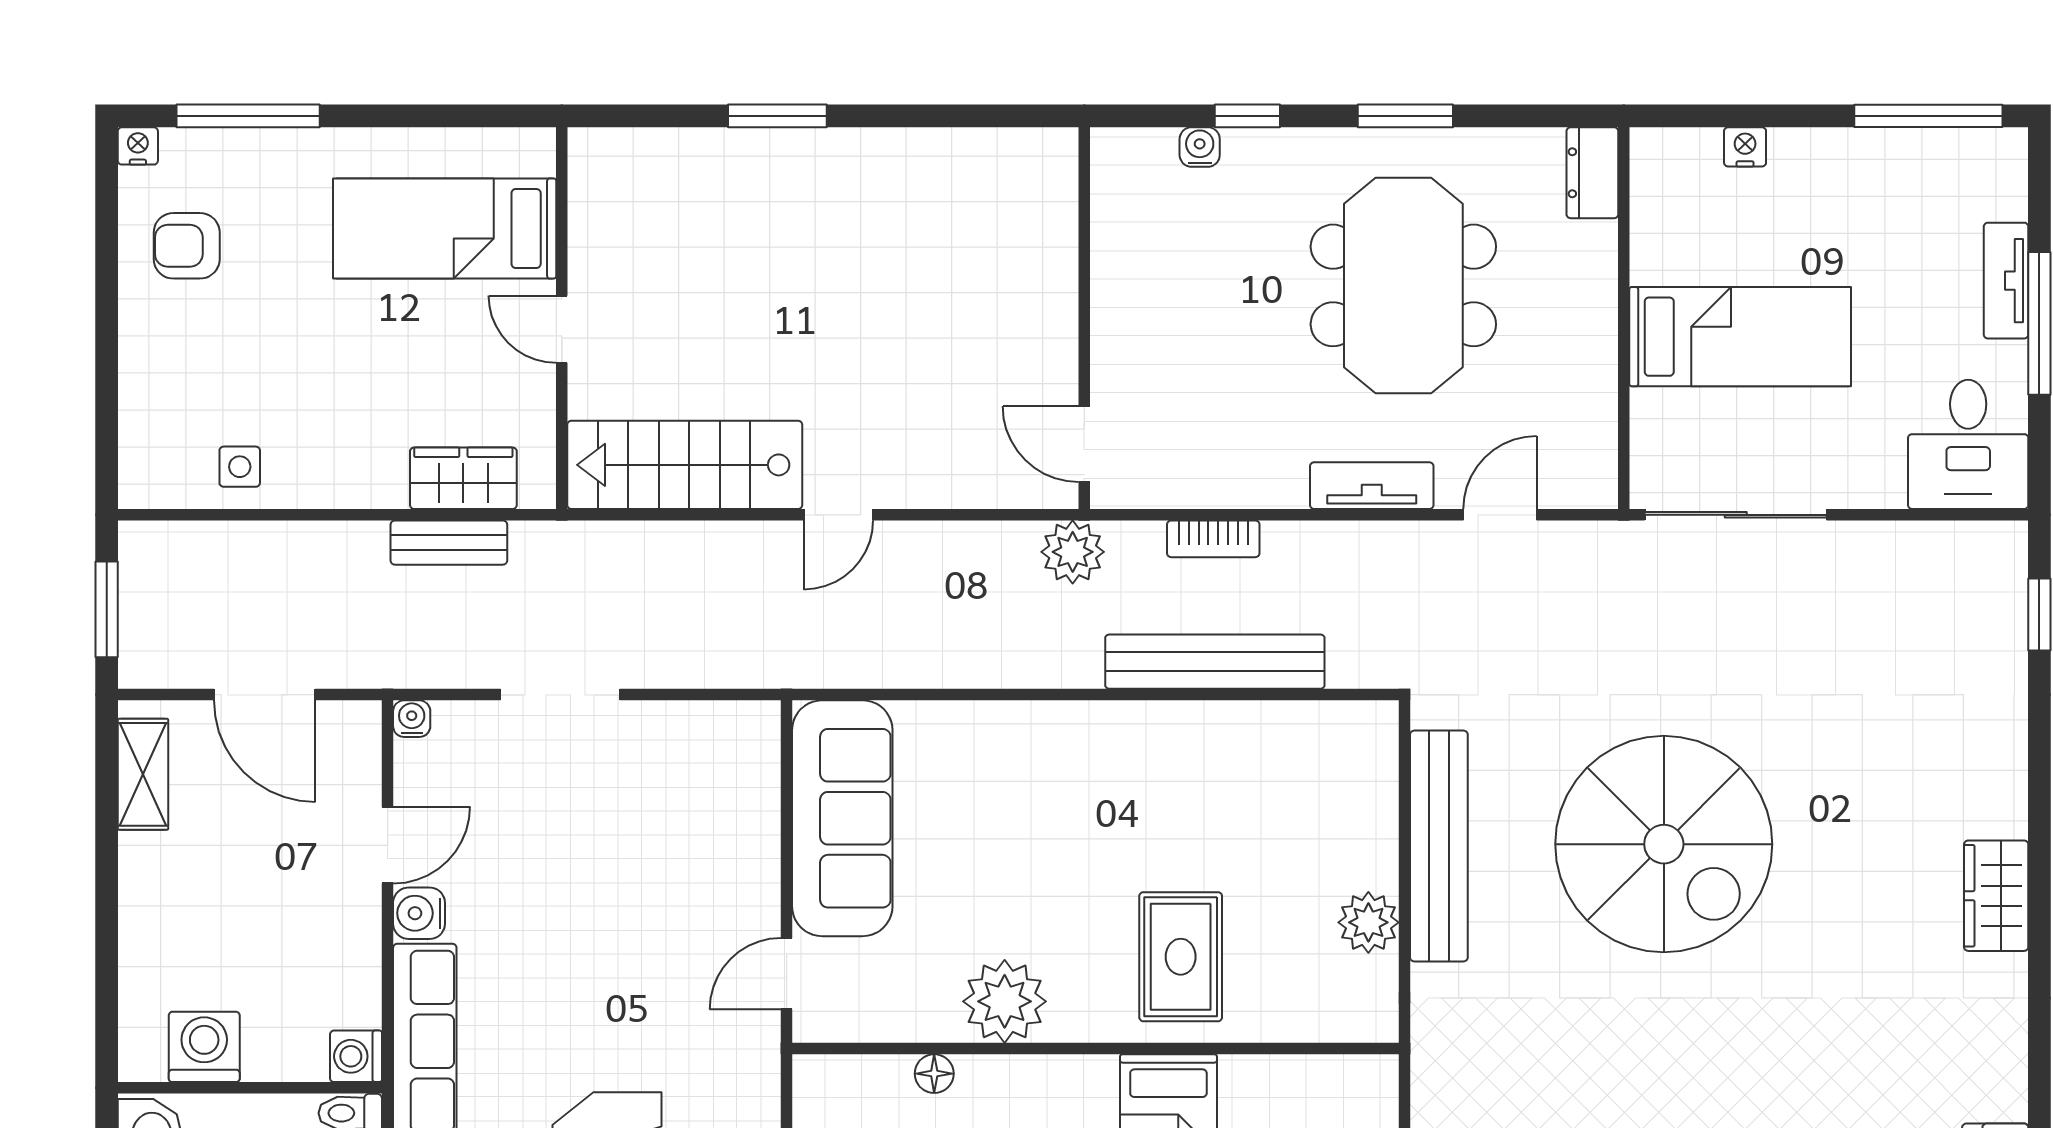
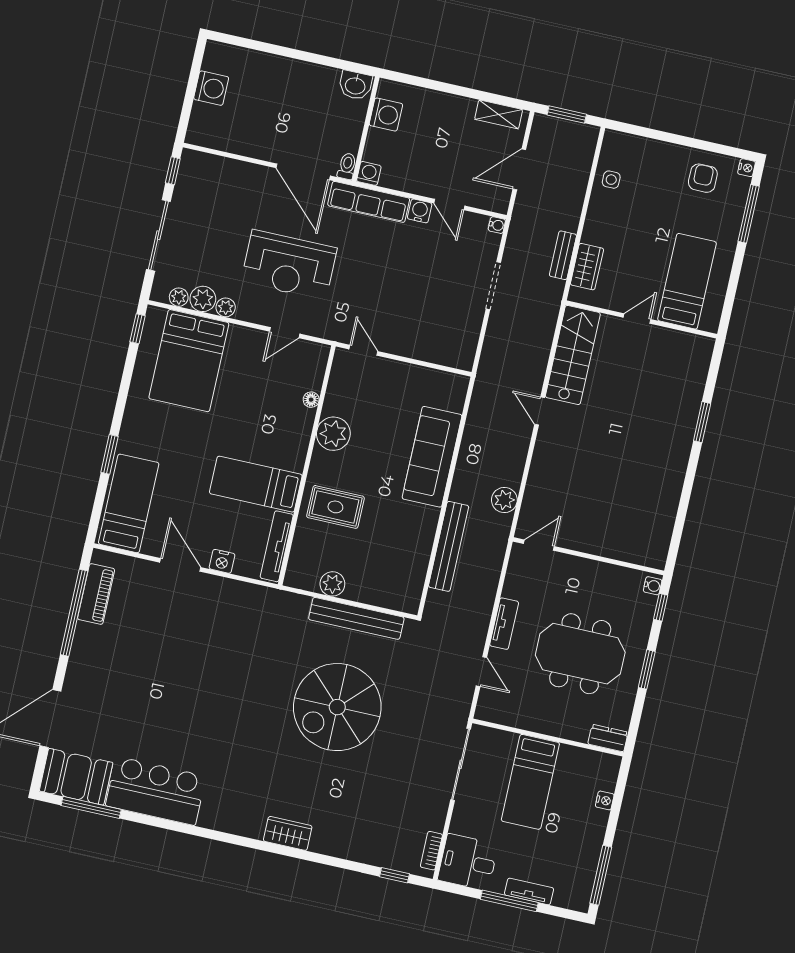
wall: (1084, 318) -> (588, 556), moved
door: (1084, 444) -> (539, 545), moved
bookcase: (1213, 539) -> (431, 851), moved
sofa: (842, 818) -> (432, 457), moved, turned 90
tv unit: (1308, 1077) -> (277, 546), added

